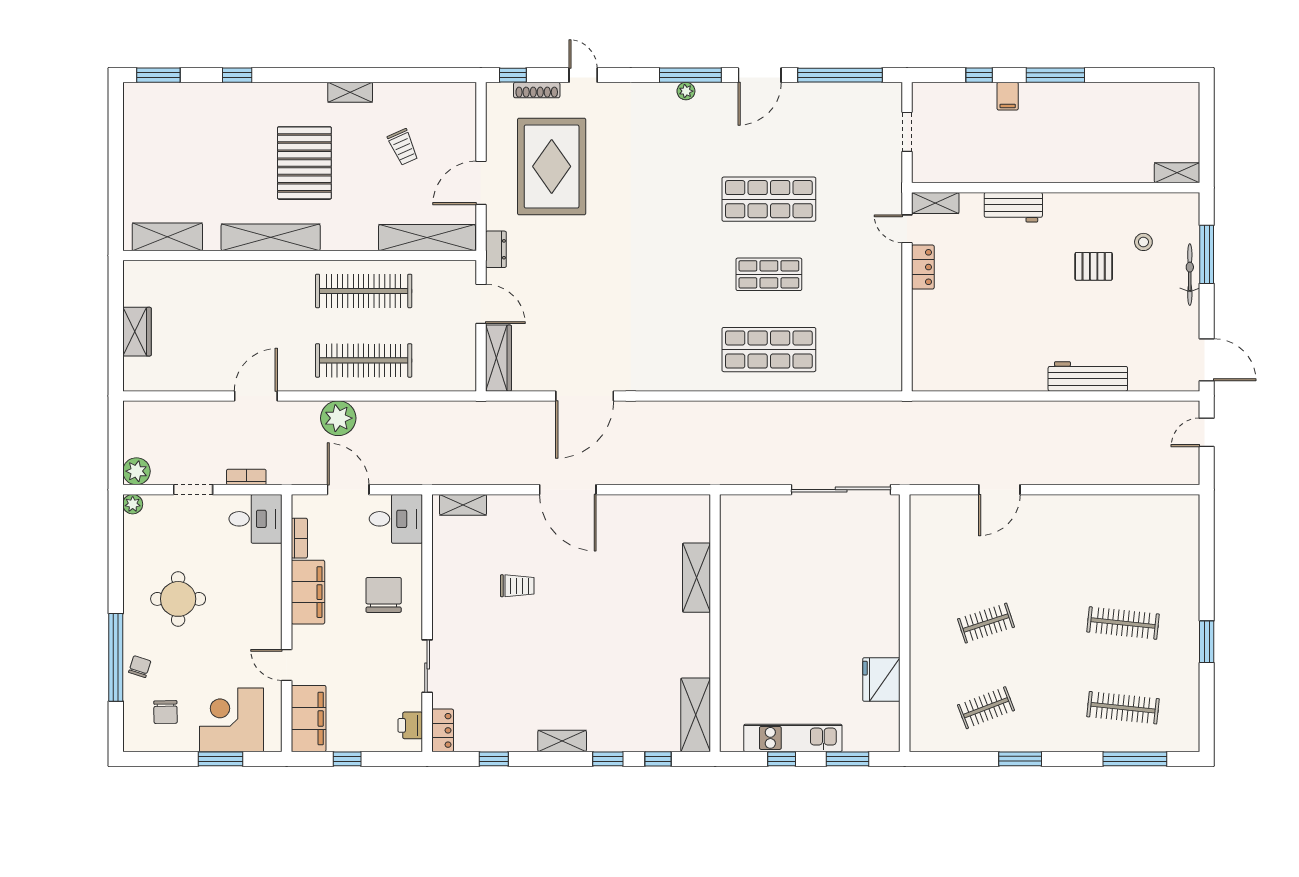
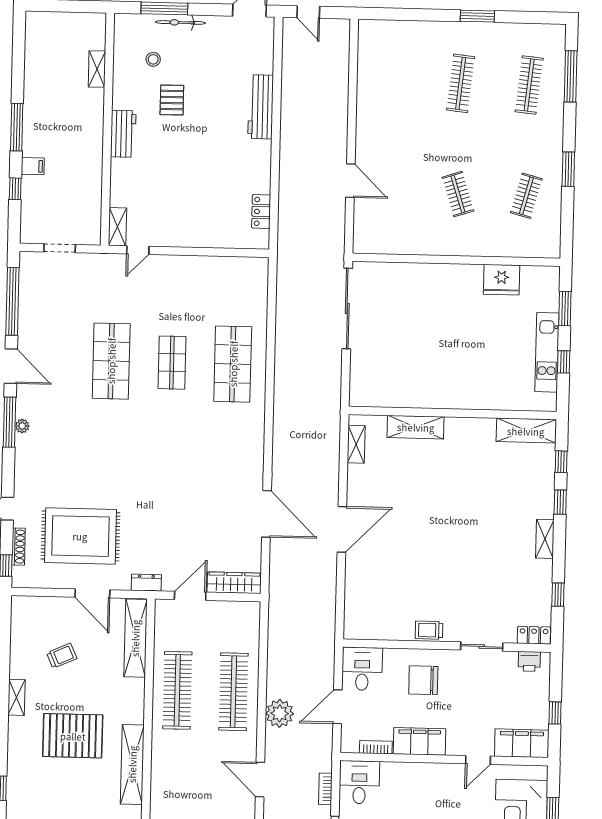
shelving: (1177, 173) -> (97, 69), moved
workbench: (1013, 207) -> (123, 134), moved
locker: (923, 267) -> (261, 211), moved, turned -90
shelving: (463, 505) -> (356, 444), moved
trolley: (517, 586) -> (429, 630), moved, turned -90
clothes rail: (986, 708) -> (526, 196), turned 36

